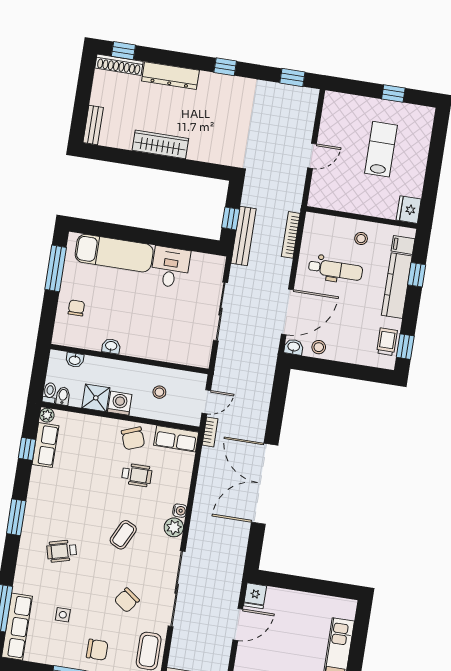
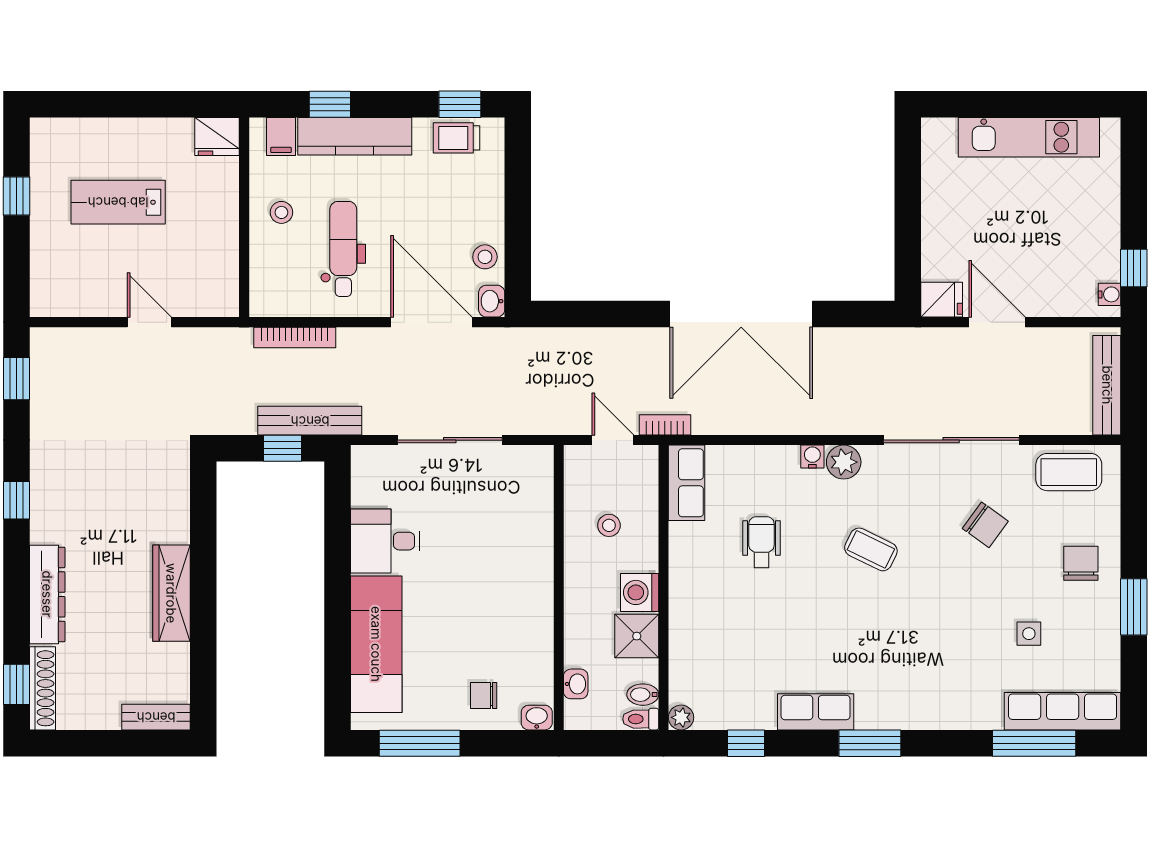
washbasin: (111, 346) -> (537, 718), moved, turned 90
chair: (133, 438) -> (698, 559), removed
row of seats: (45, 445) -> (816, 712), moved
wheelchair: (62, 551) -> (917, 653), removed

